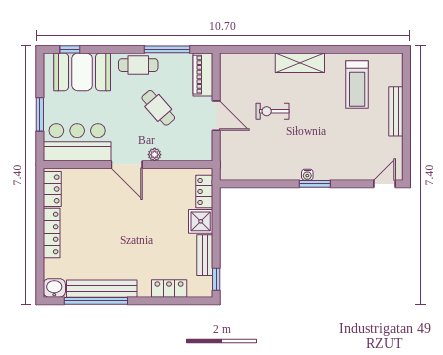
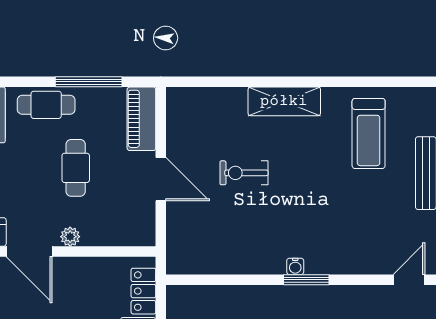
cafe table: (158, 108) -> (76, 168), turned 41

